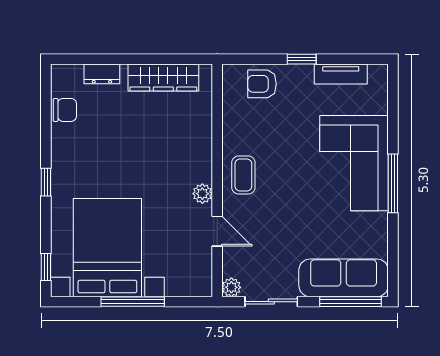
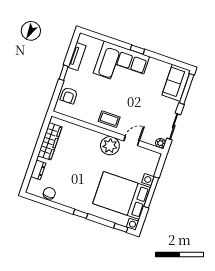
window: (393, 183) -> (137, 50), width x0.46
plant: (202, 194) -> (110, 146), width x1.87, depth x1.87
sofa: (344, 278) -> (176, 83), width x0.73

